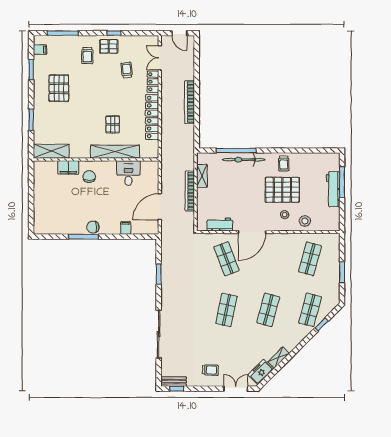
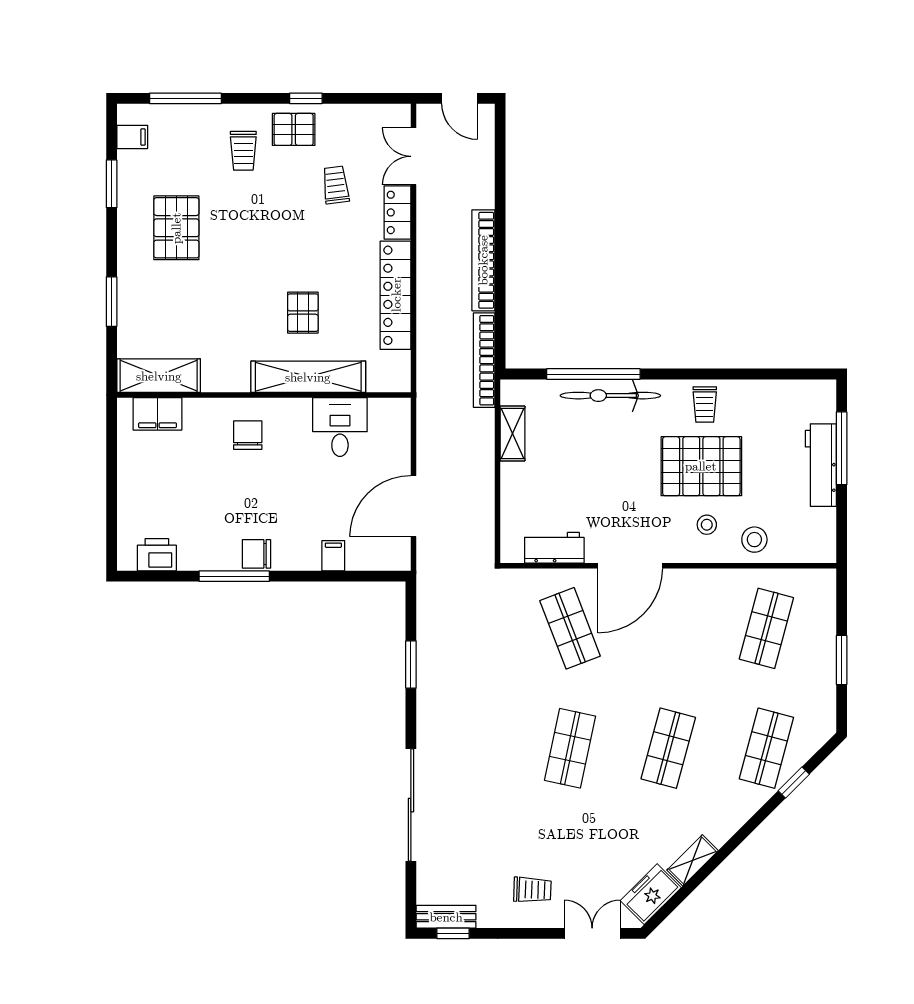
filing cabinet: (68, 167) -> (157, 414), moved
bookcase: (190, 191) -> (484, 360), moved
printer: (50, 227) -> (157, 555), added

